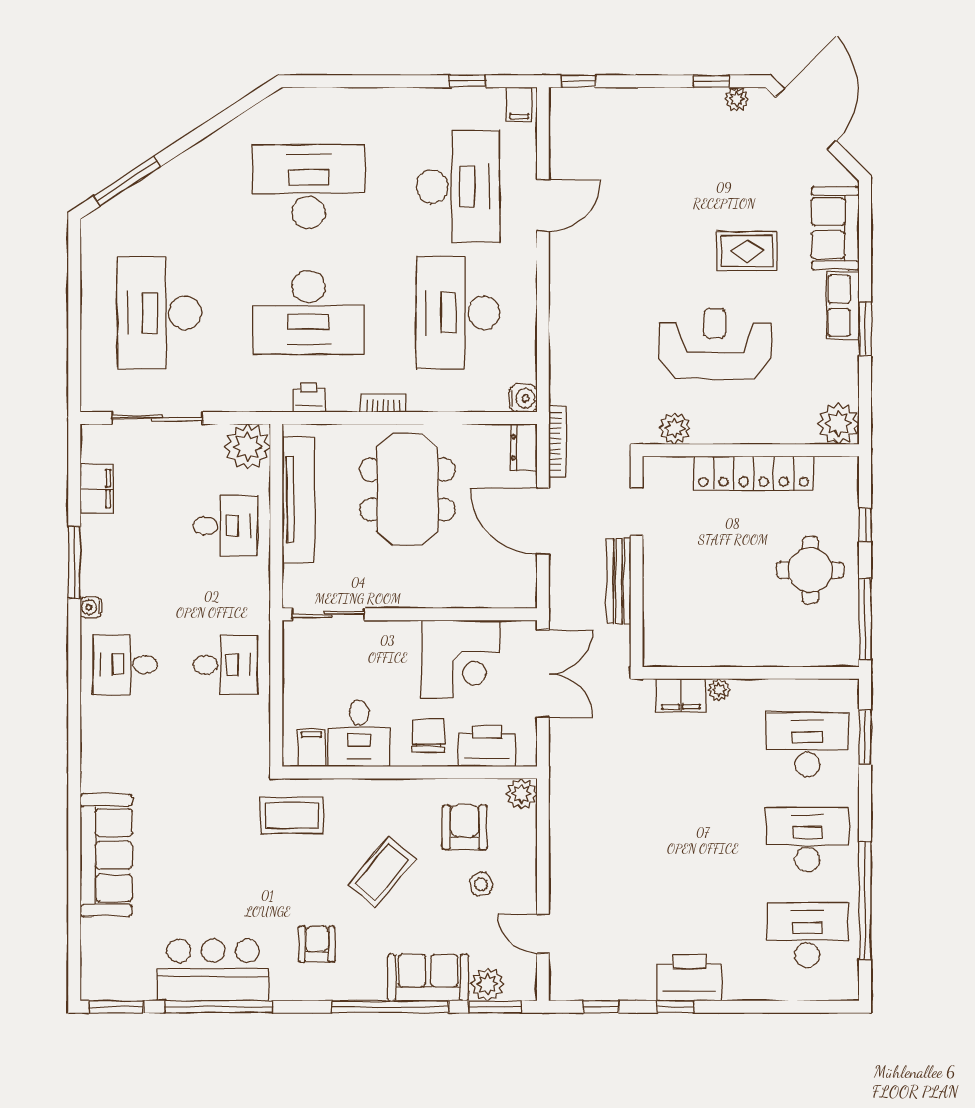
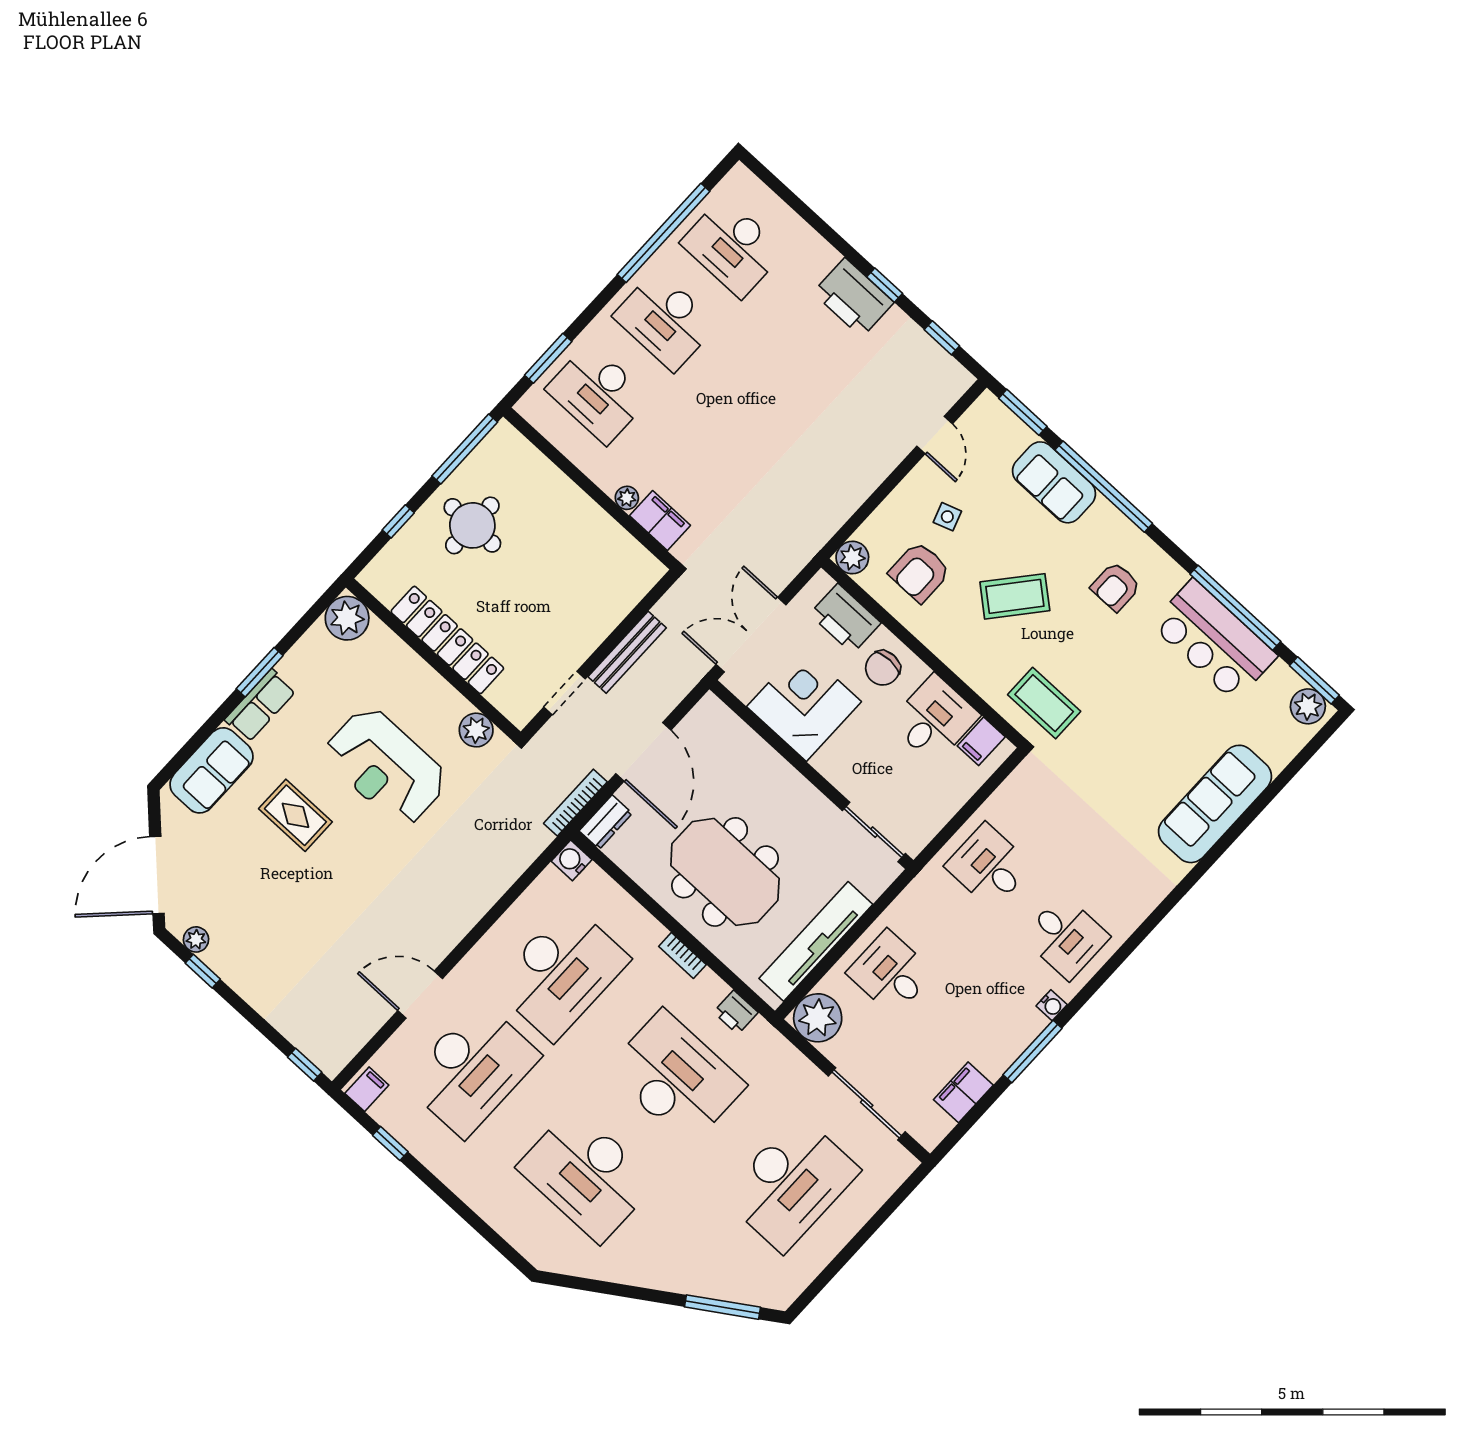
desk: (458, 187) -> (472, 1069), turned 180
meeting table: (407, 490) -> (725, 872), turned 90
plant: (487, 984) -> (1308, 706), moved

